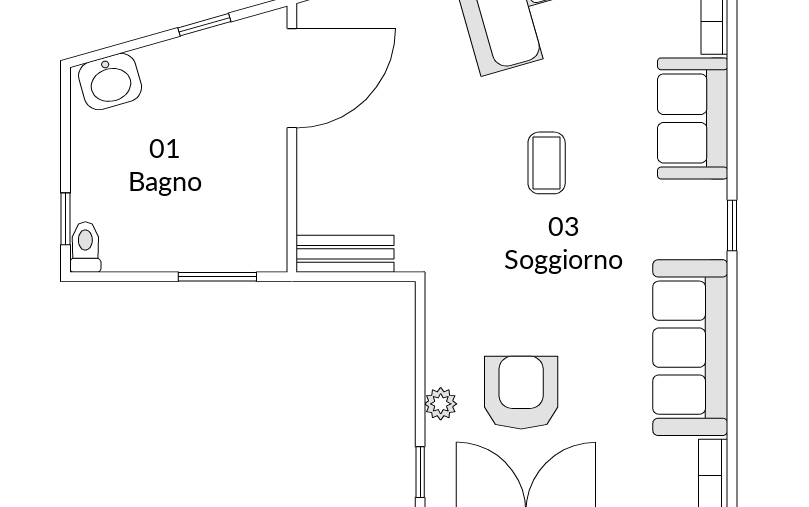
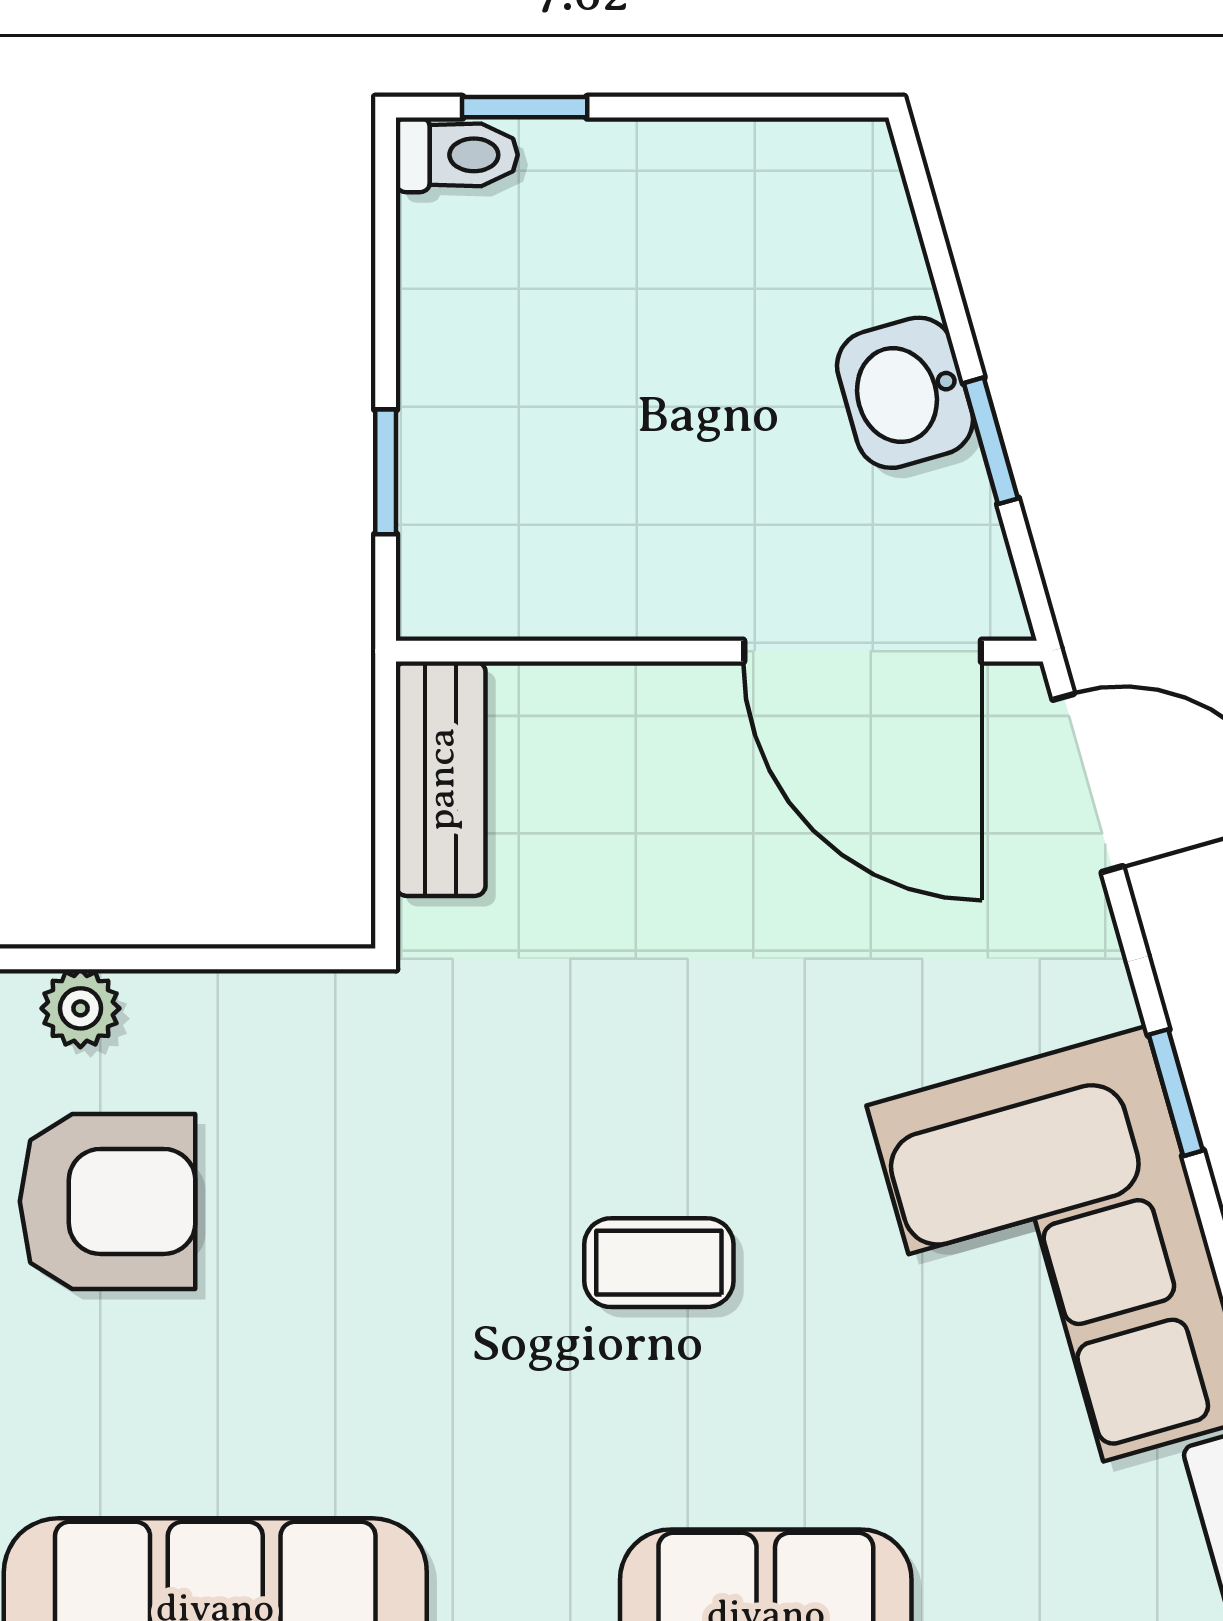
washbasin: (110, 82) -> (905, 393), moved
window: (217, 277) -> (386, 472), width x0.67

